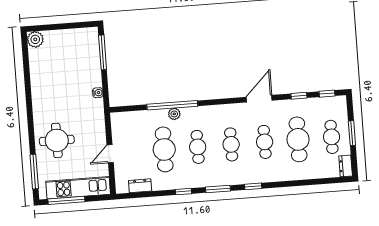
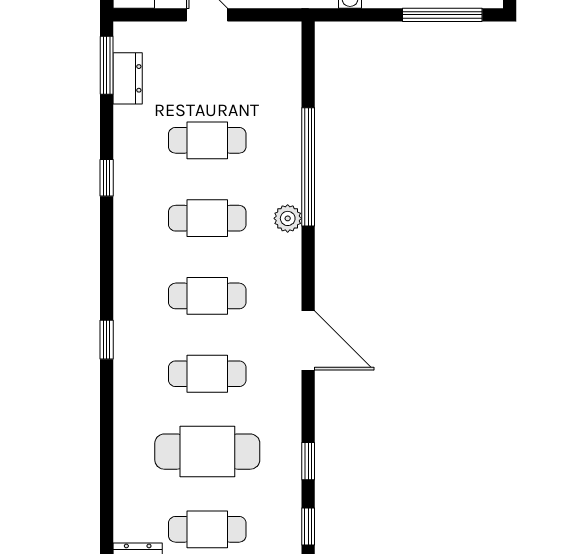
door: (259, 99) -> (308, 340), moved
plant: (174, 114) -> (288, 218), moved
cafe table: (164, 149) -> (207, 140), width x0.73, depth x0.74
window: (218, 189) -> (107, 65), moved

